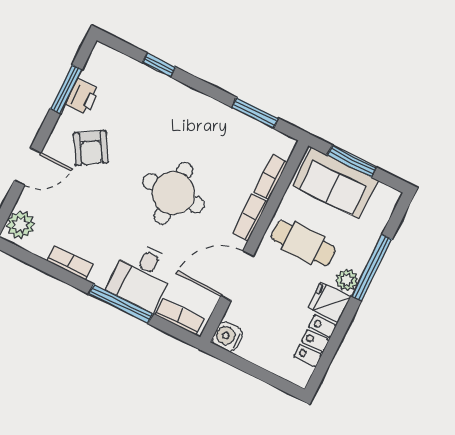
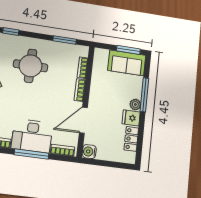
window: (352, 161) -> (128, 50), moved
sofa: (335, 183) -> (127, 63), moved
round table: (173, 193) -> (31, 66), moved
cafe table: (303, 243) -> (109, 94), removed
desk: (142, 276) -> (32, 136), width x1.37

